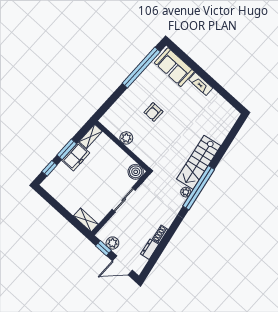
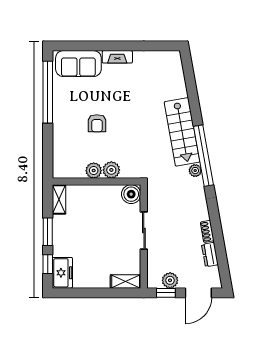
plant: (137, 147) -> (111, 170), added
freezer: (76, 157) -> (62, 273), moved

